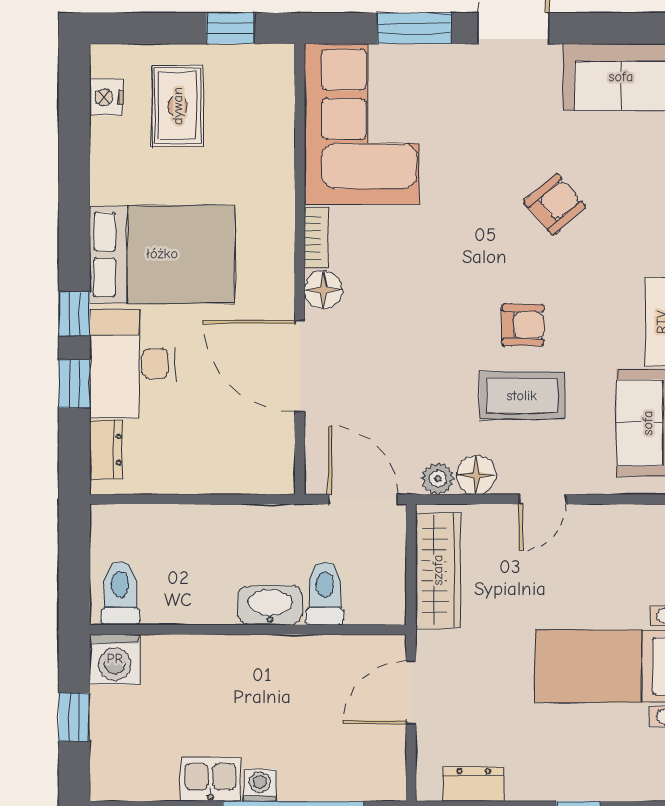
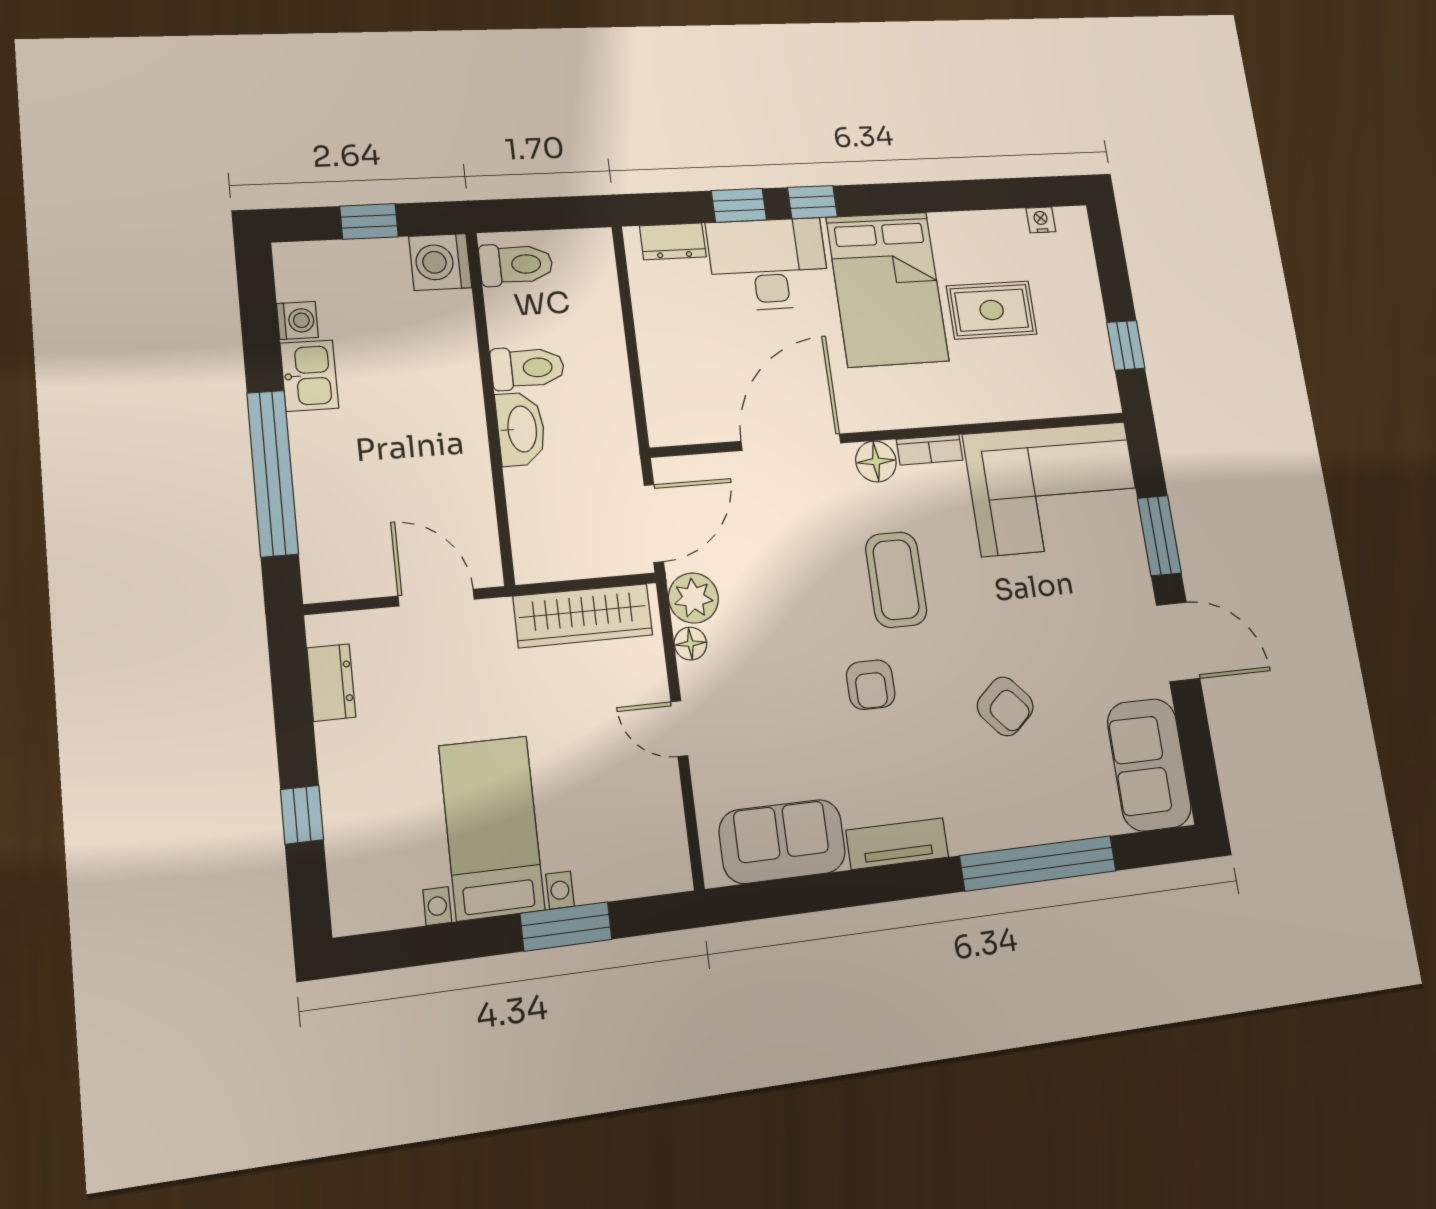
nightstand: (106, 97) -> (1041, 220), width x0.72, depth x0.74
rug: (178, 106) -> (992, 310), moved
coffee table: (522, 396) -> (896, 580), moved
floor lamp: (476, 475) -> (690, 644), width x0.73, depth x0.73
plant: (438, 479) -> (693, 598), width x1.38, depth x1.38
toilet: (325, 594) -> (528, 368), moved
washing machine: (260, 785) -> (297, 321), moved

